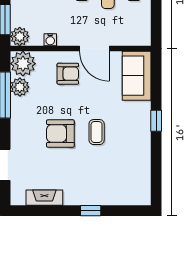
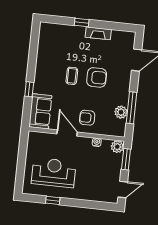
plant: (23, 64) -> (117, 128), removed
window: (156, 121) -> (29, 89), moved
fireplace: (44, 198) -> (98, 33), moved

